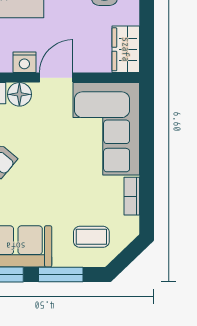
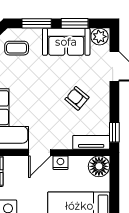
floor lamp: (19, 94) -> (64, 142), removed

